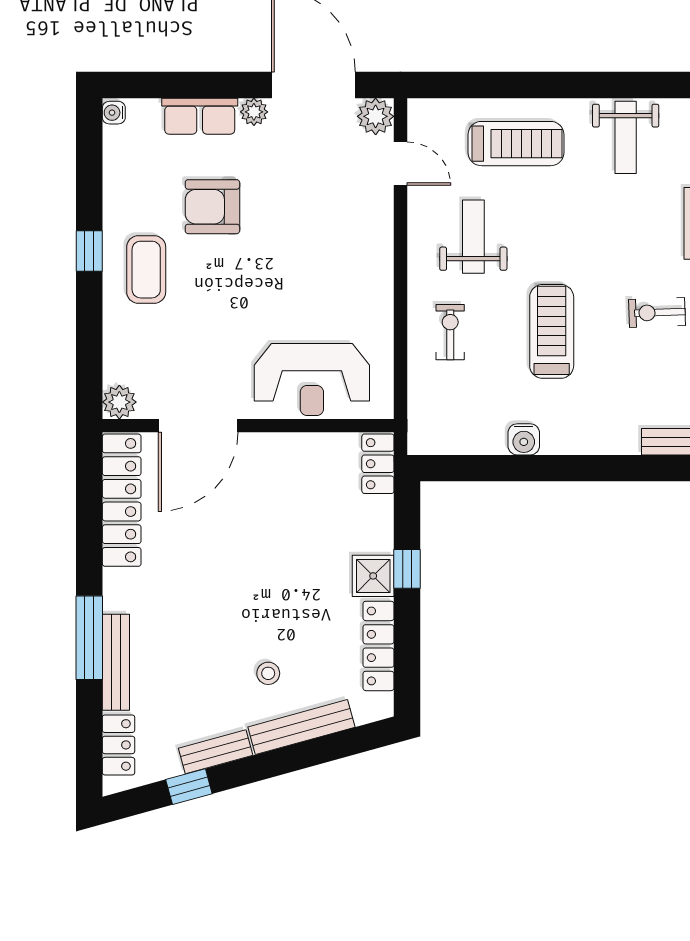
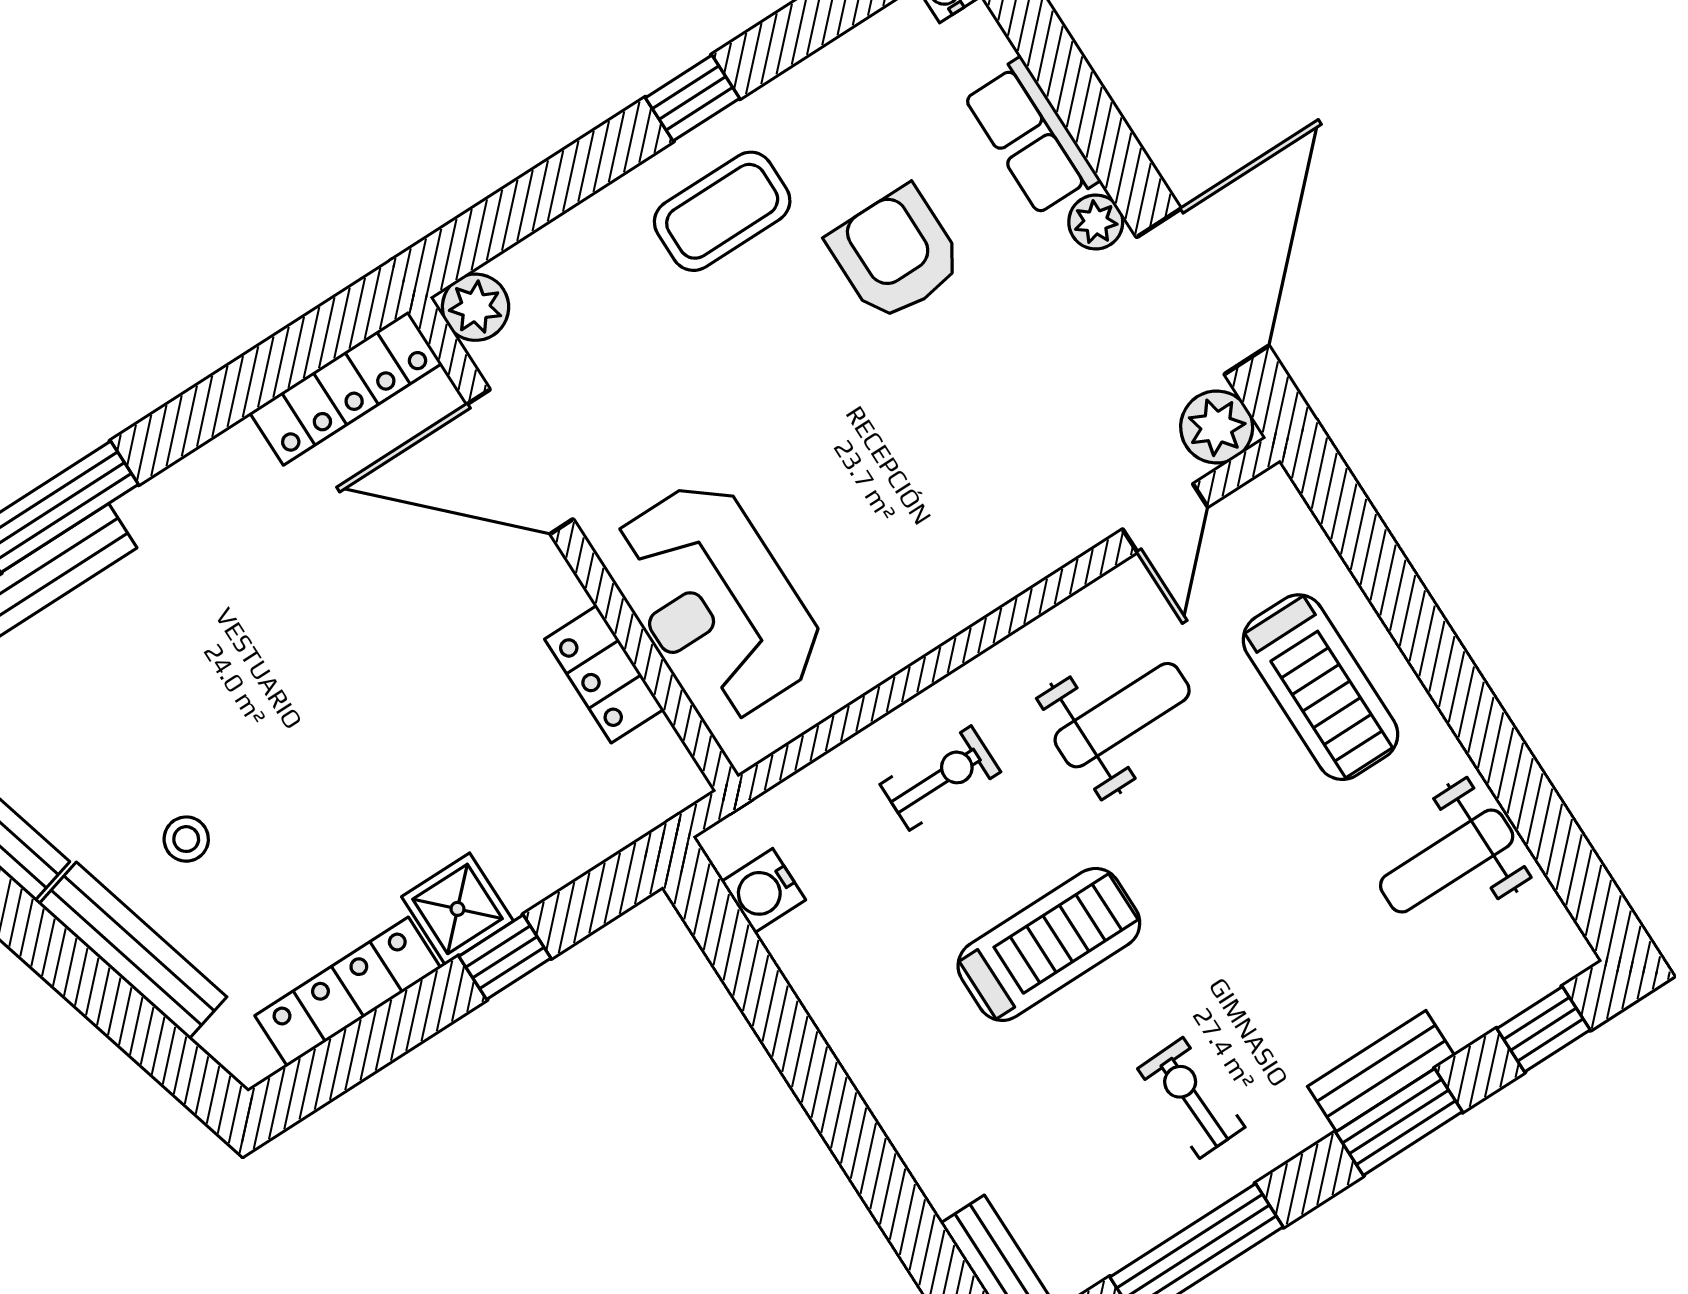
water cooler: (524, 439) -> (763, 891), moved
locker: (378, 464) -> (604, 674), moved, turned -90
locker: (122, 500) -> (346, 388), width x0.71, depth x0.83

